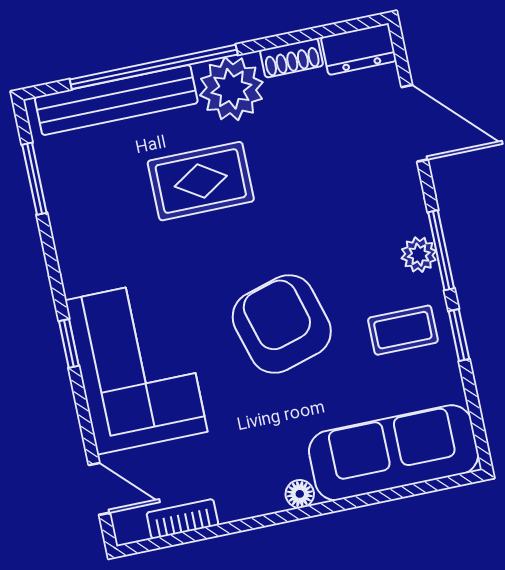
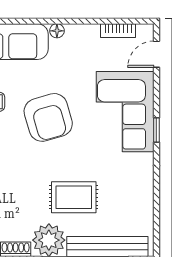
window: (34, 179) -> (156, 216), removed
door: (99, 489) -> (156, 54), hinge flipped

